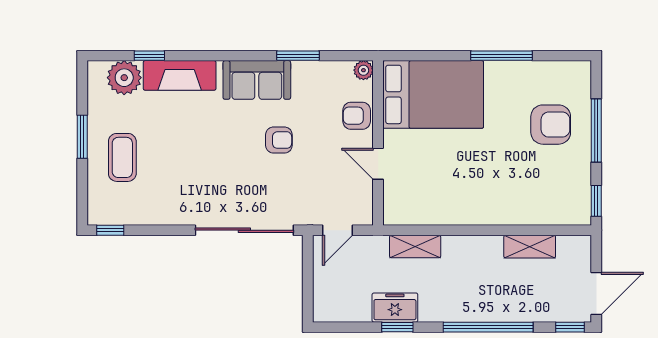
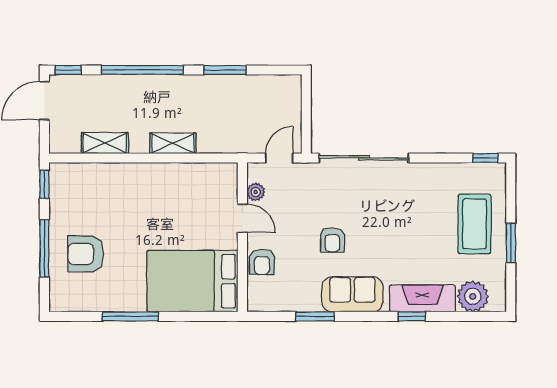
window: (149, 56) -> (412, 316), moved
plant: (363, 70) -> (256, 192), moved
armchair: (357, 116) -> (262, 262), turned 90
armchair: (279, 140) -> (332, 240), turned -90
coffee table: (122, 157) -> (474, 224), width x1.36, depth x1.32
shelving: (415, 246) -> (173, 143), moved
freezer: (395, 308) -> (227, 88), removed
window: (397, 327) -> (225, 70), width x1.50

